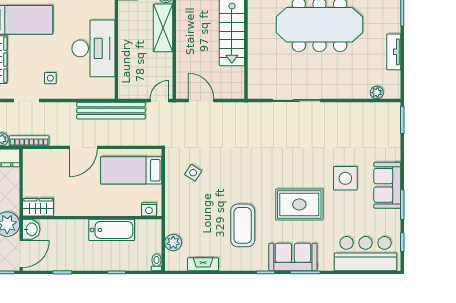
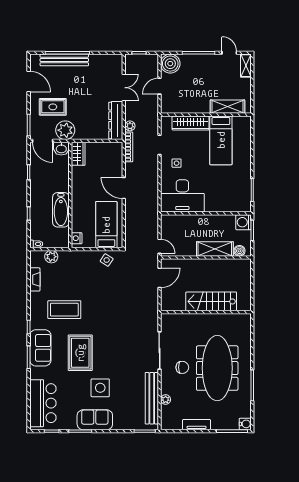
desk: (93, 48) -> (182, 196), moved
chair: (319, 70) -> (182, 367), added
plant: (377, 93) -> (166, 400), moved
bench: (111, 111) -> (152, 398), moved
side table: (193, 173) -> (107, 260), moved

